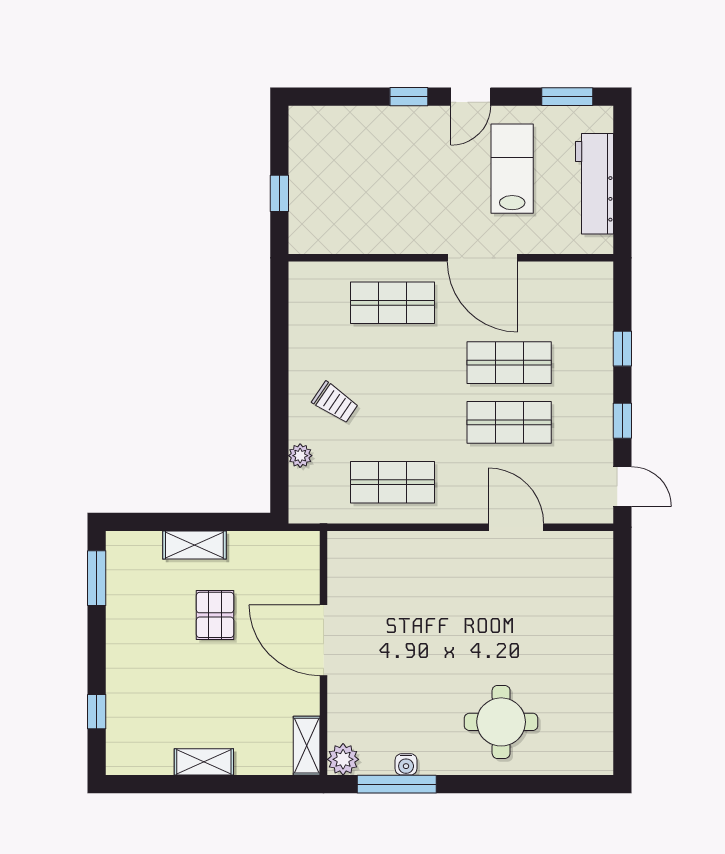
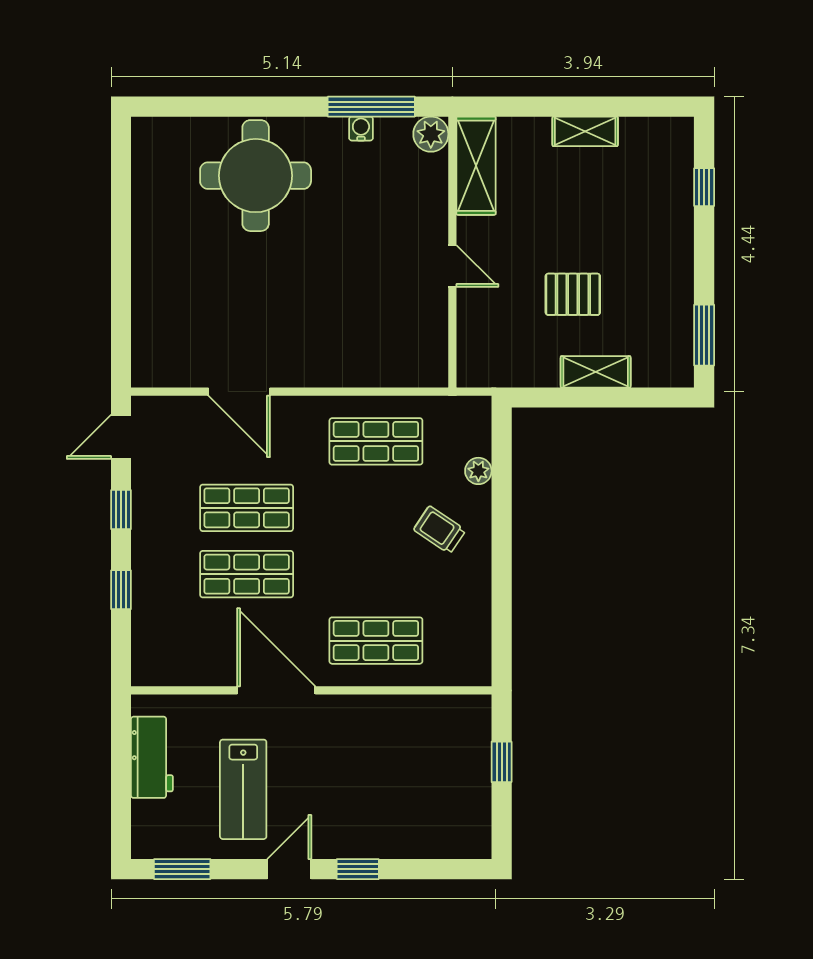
workbench: (595, 184) -> (152, 757), width x0.73
door: (622, 486) -> (121, 437), hinge flipped
pallet: (215, 615) -> (573, 294), turned 90
door: (324, 640) -> (452, 266), width x0.53
round table: (501, 722) -> (256, 176), width x1.36, depth x1.36
shelving: (307, 746) -> (476, 166), width x1.50, depth x1.33

